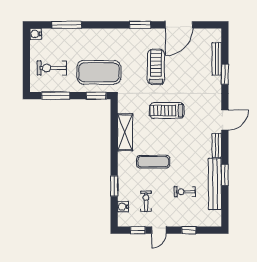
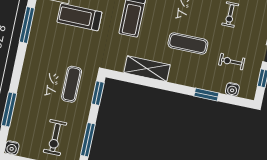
window: (140, 25) -> (27, 25), width x1.44
exercise mat: (99, 72) -> (72, 84), width x0.50, depth x0.69
exercise mat: (153, 162) -> (188, 44), turned 90

